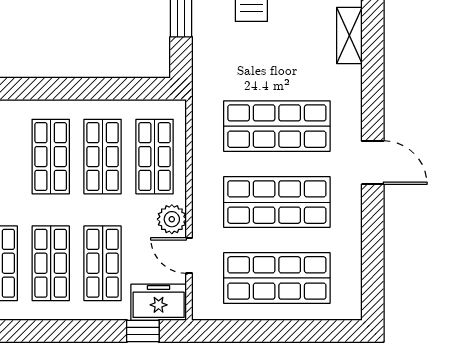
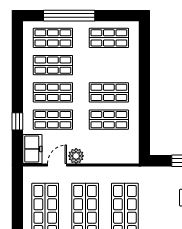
shop shelf: (155, 157) -> (109, 147), removed
window: (143, 331) -> (17, 121), moved

